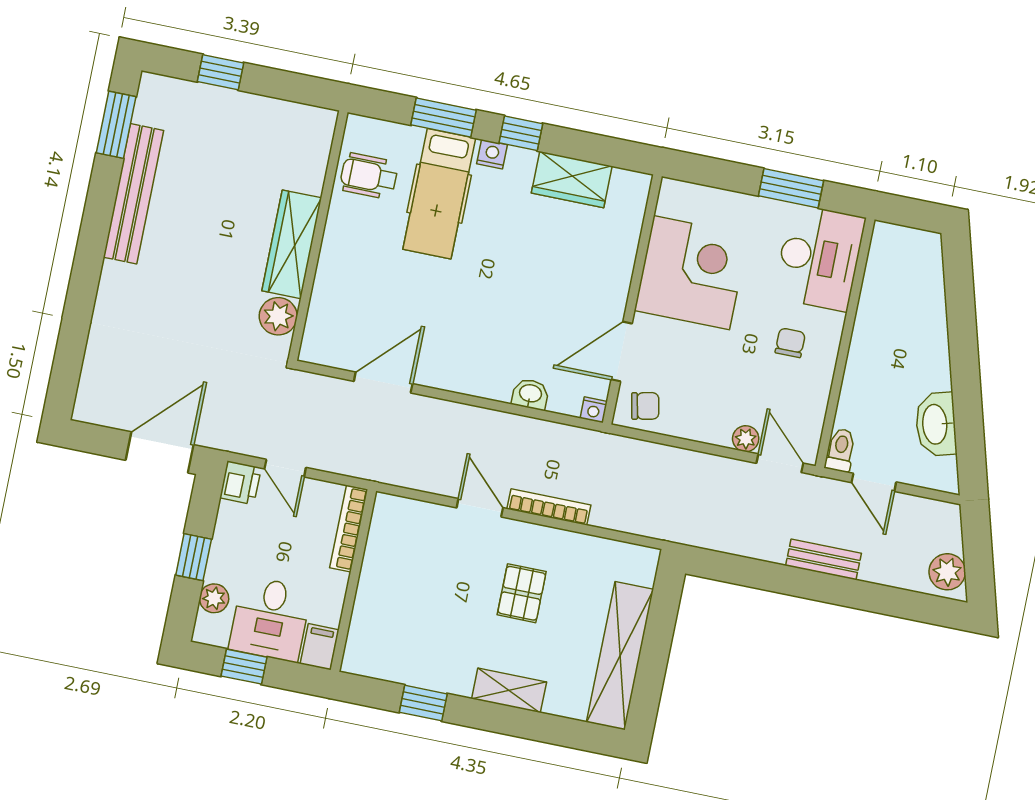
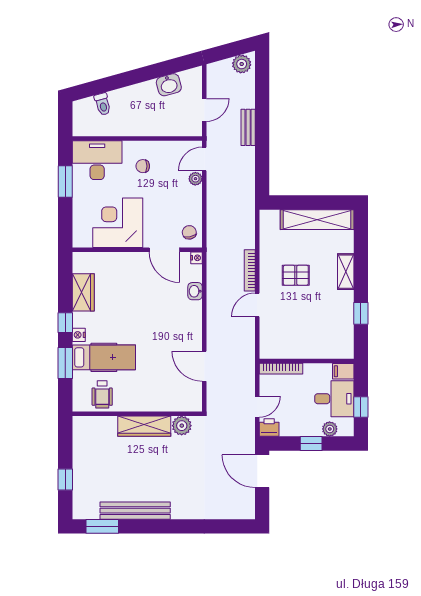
washbasin: (936, 424) -> (169, 85), width x0.72
toilet: (841, 450) -> (103, 104), moved, turned -106

